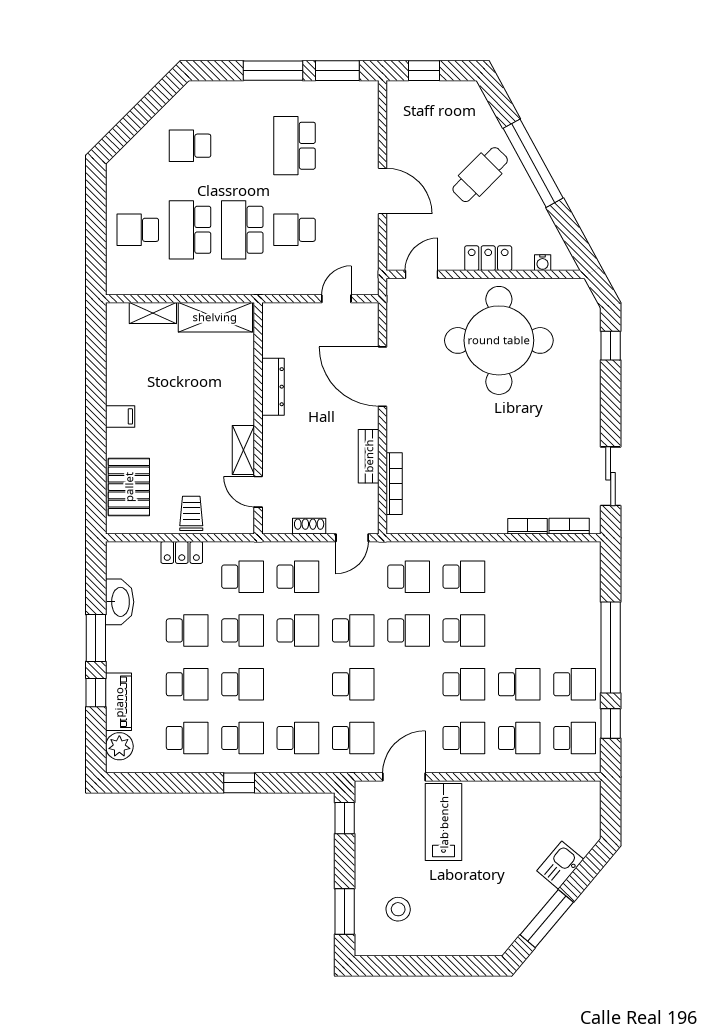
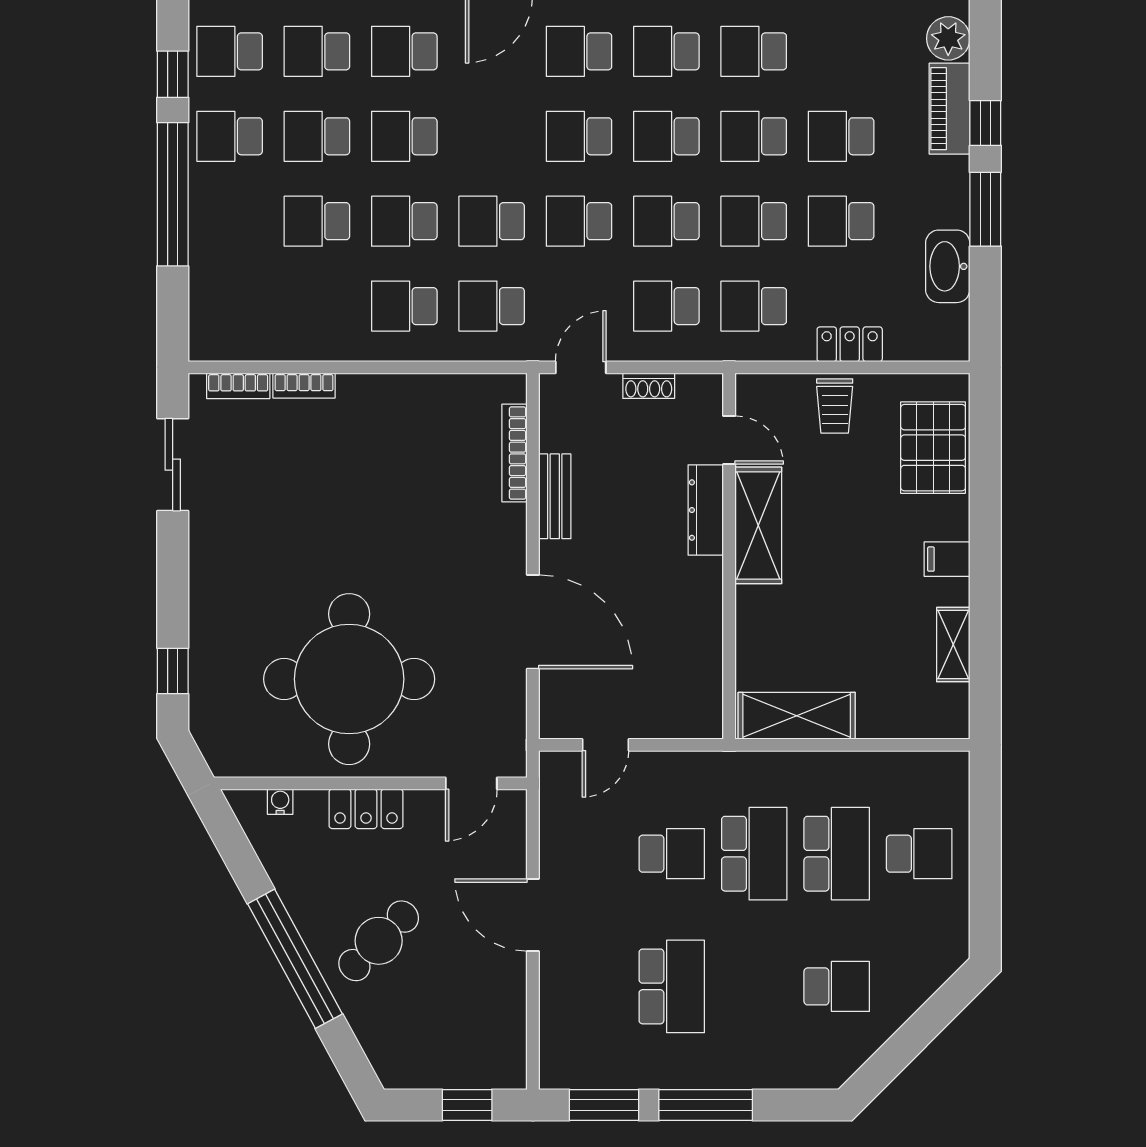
shelving: (153, 313) -> (953, 645), moved, turned 90
dresser: (273, 387) -> (706, 510), moved
shelving: (243, 450) -> (758, 525), width x1.50, depth x1.33
school desk: (519, 630) -> (317, 221), added
school desk: (187, 738) -> (666, 136), moved

